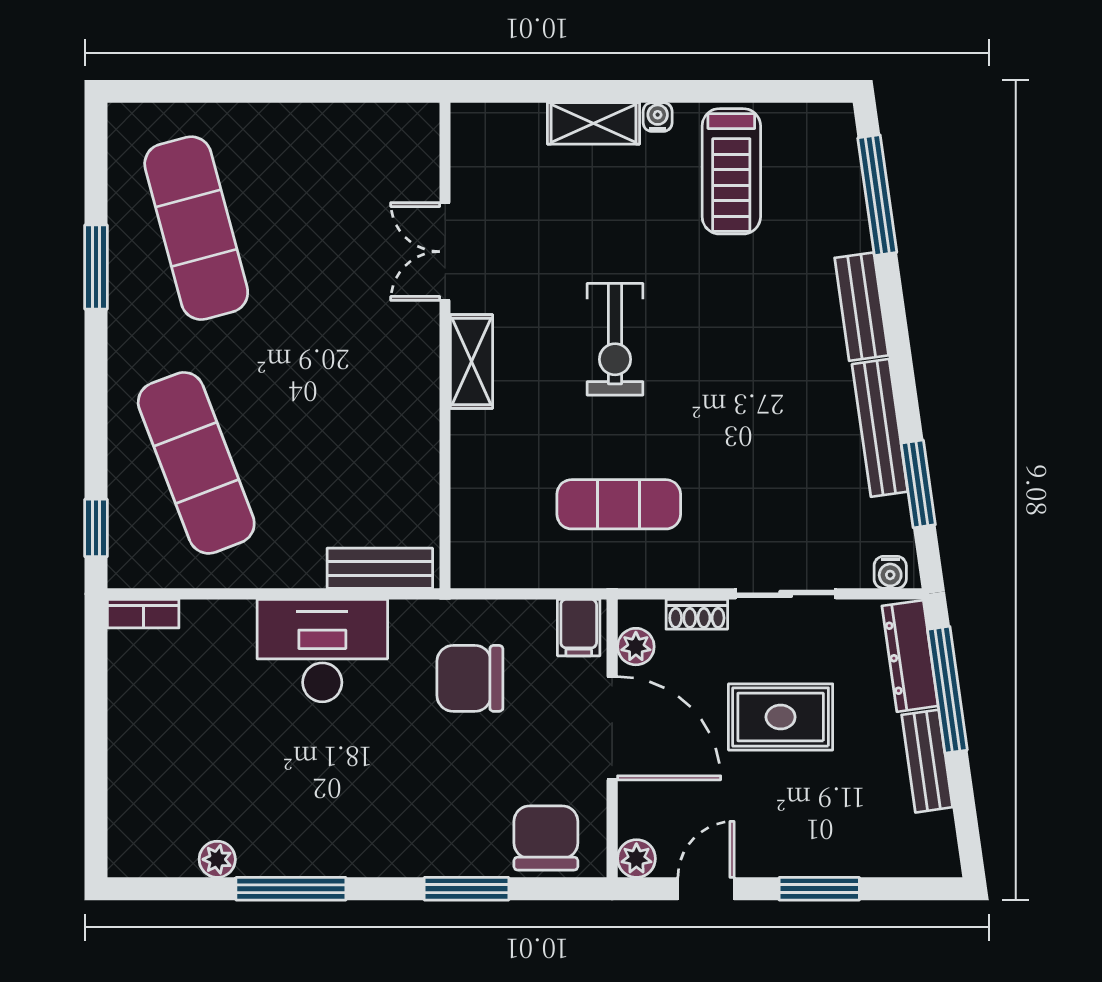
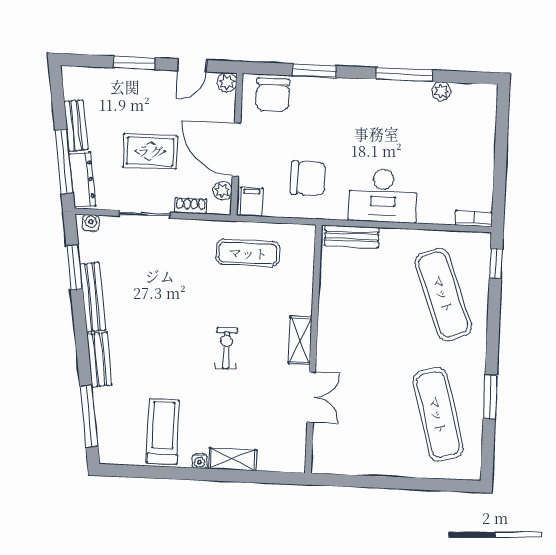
exercise bike: (615, 339) -> (226, 348), width x0.73, depth x0.72
exercise mat: (619, 504) -> (248, 253), moved

